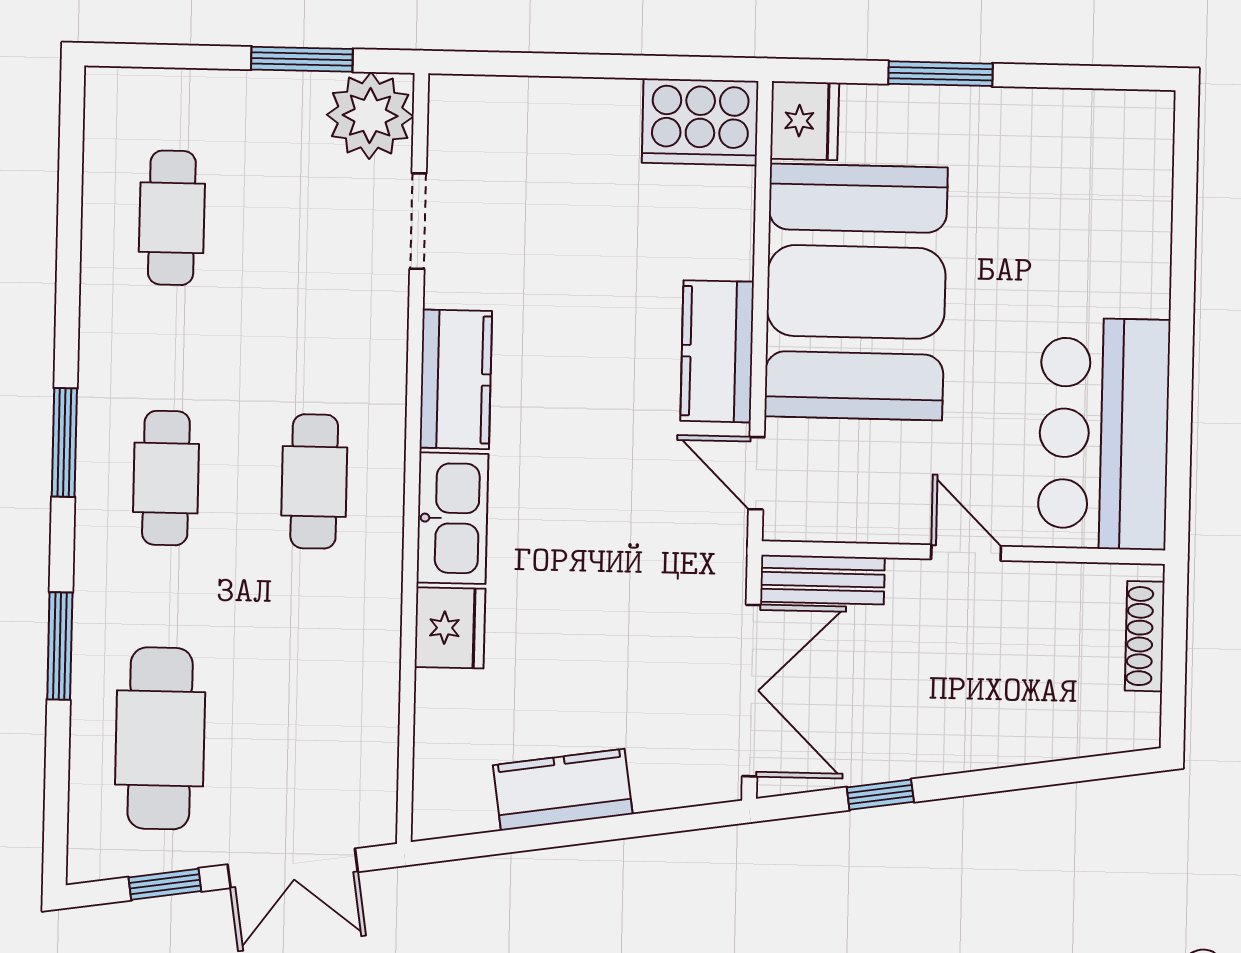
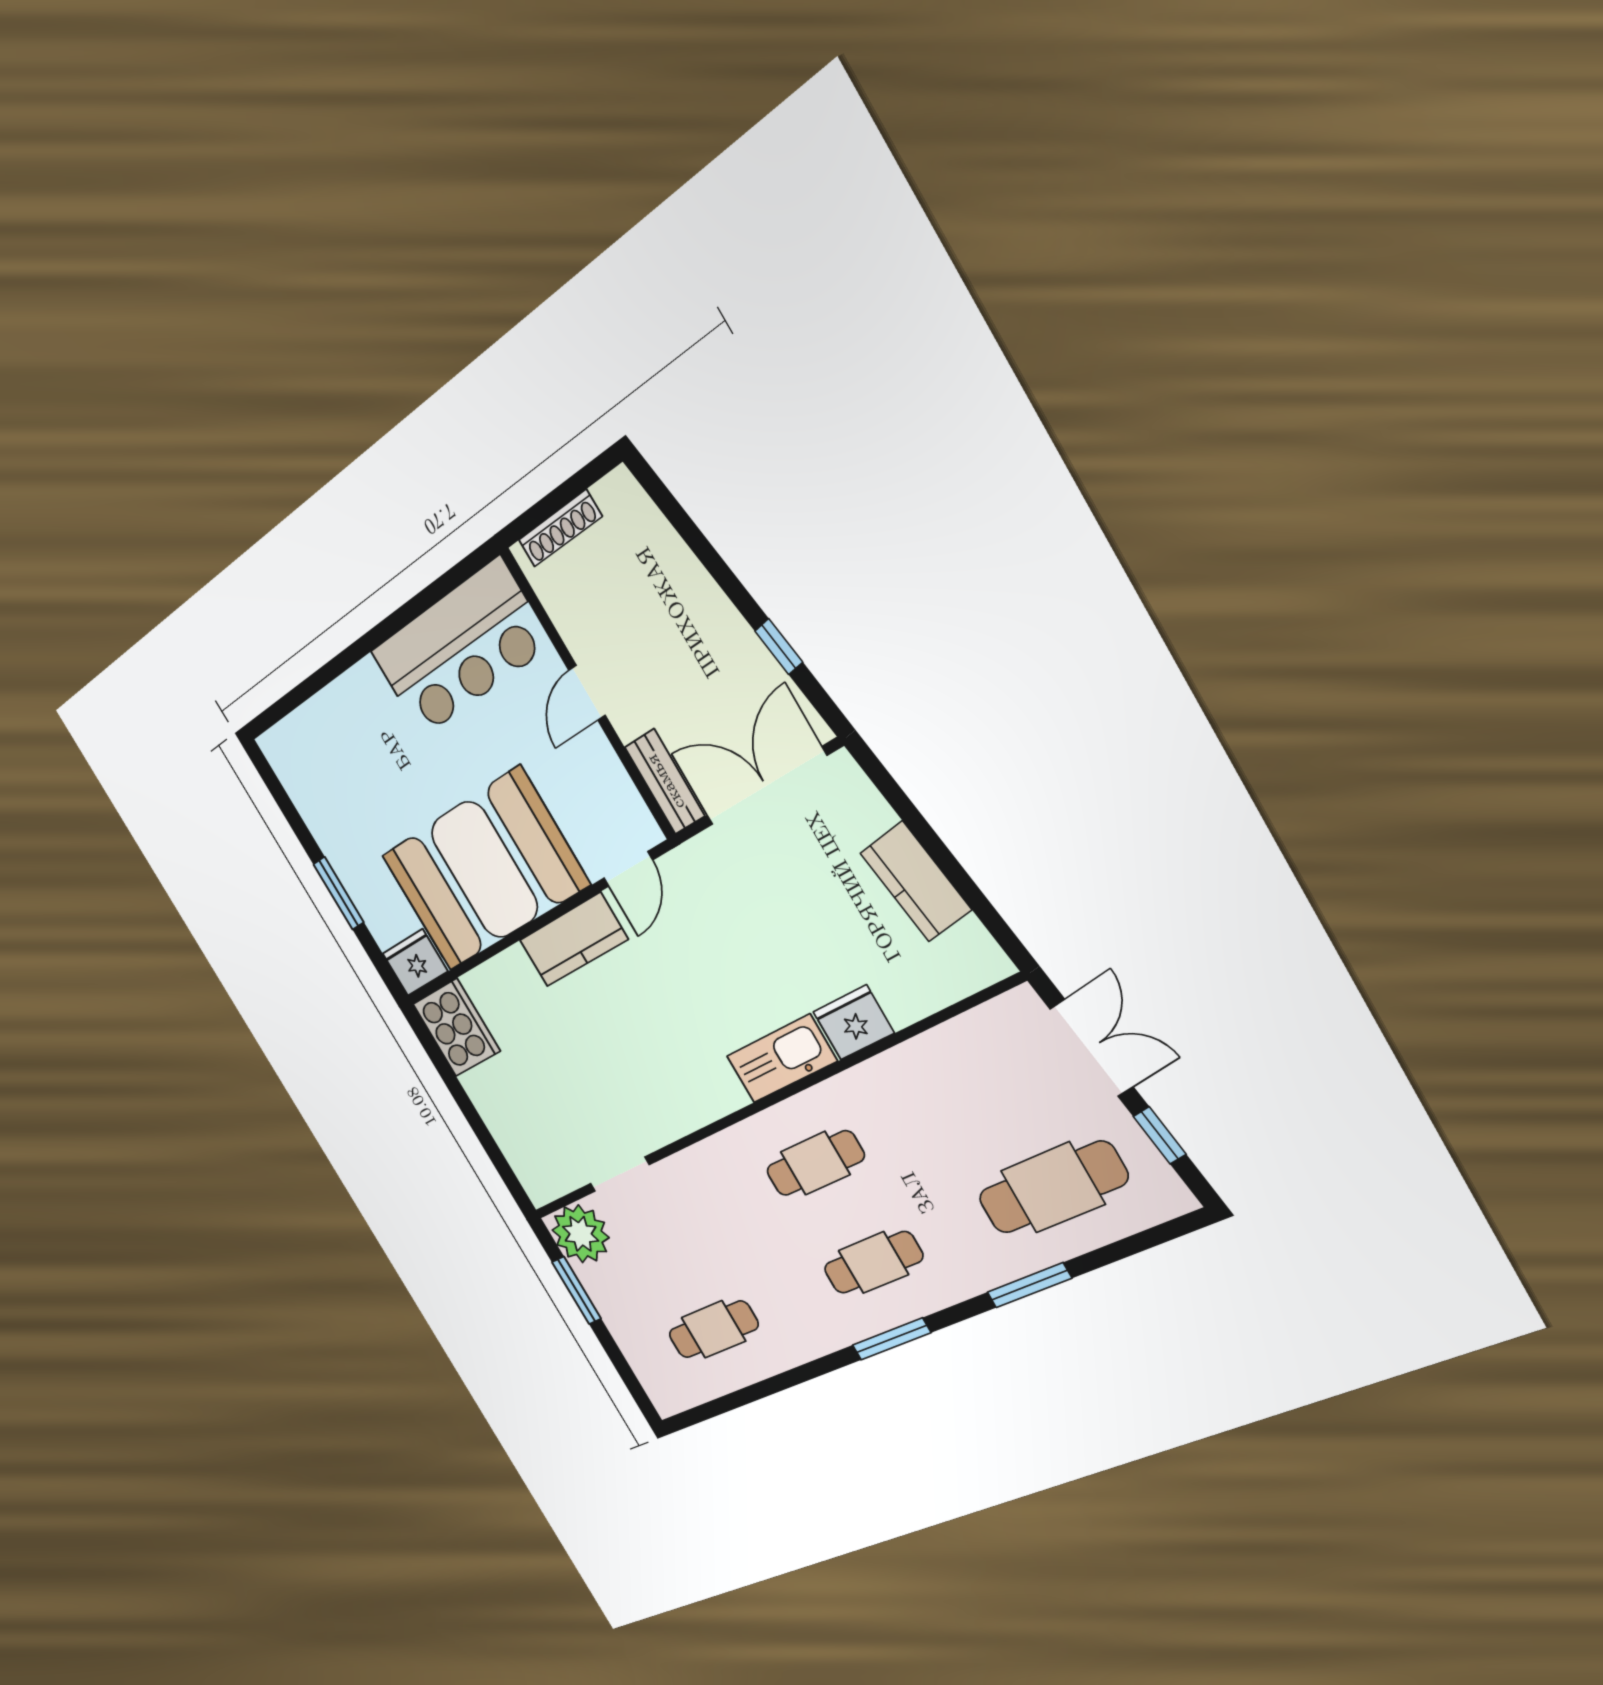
kitchen counter: (456, 379) -> (695, 1102), removed

